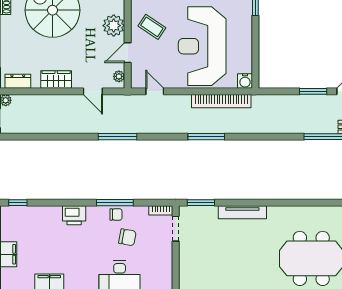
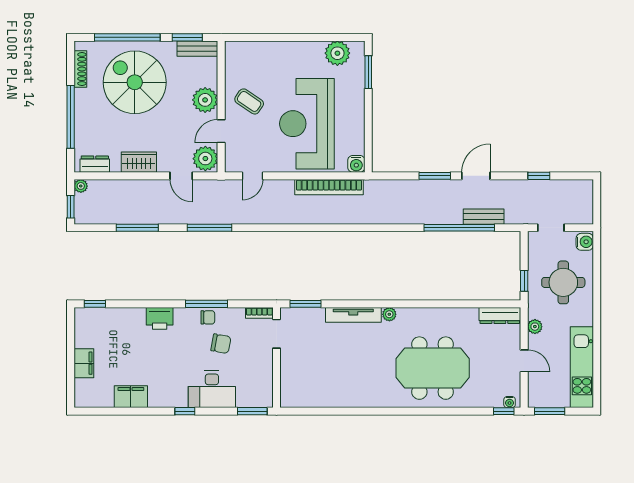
plant: (119, 76) -> (205, 159), width x1.87, depth x1.87
door: (155, 91) -> (252, 176), swing flipped
window: (206, 137) -> (137, 228), moved
plant: (274, 212) -> (389, 314), added

